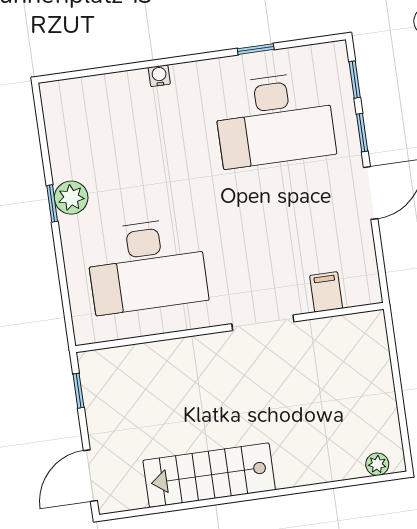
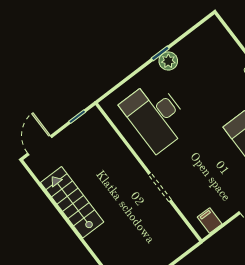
filing cabinet: (326, 292) -> (210, 220), moved, turned -90
door: (90, 476) -> (40, 145), hinge flipped

